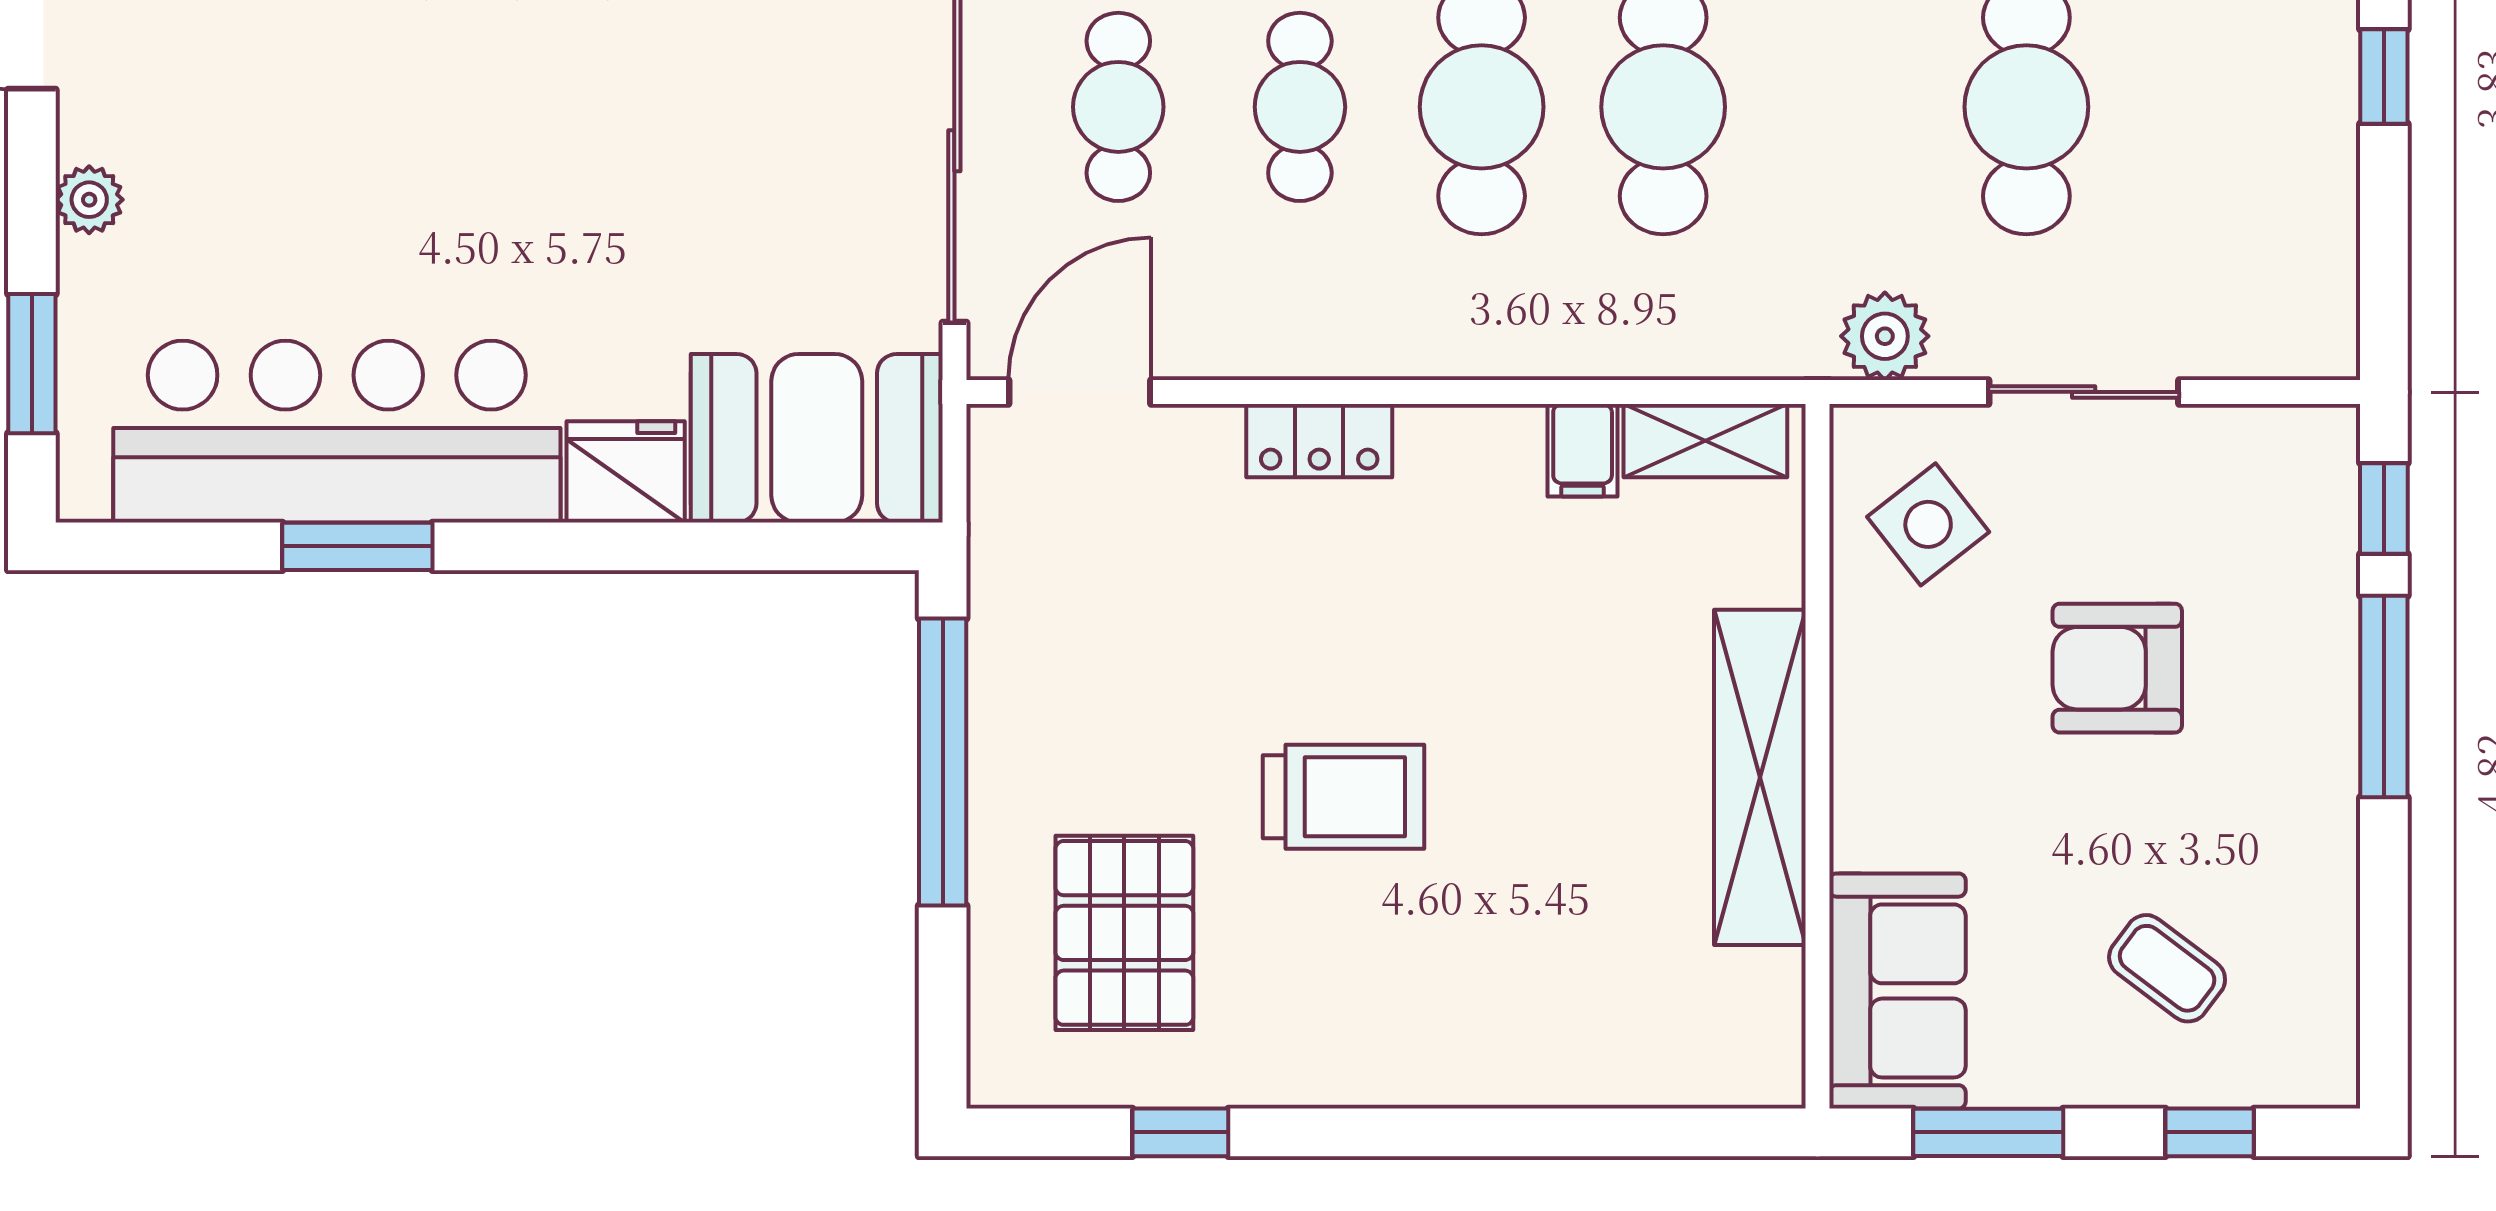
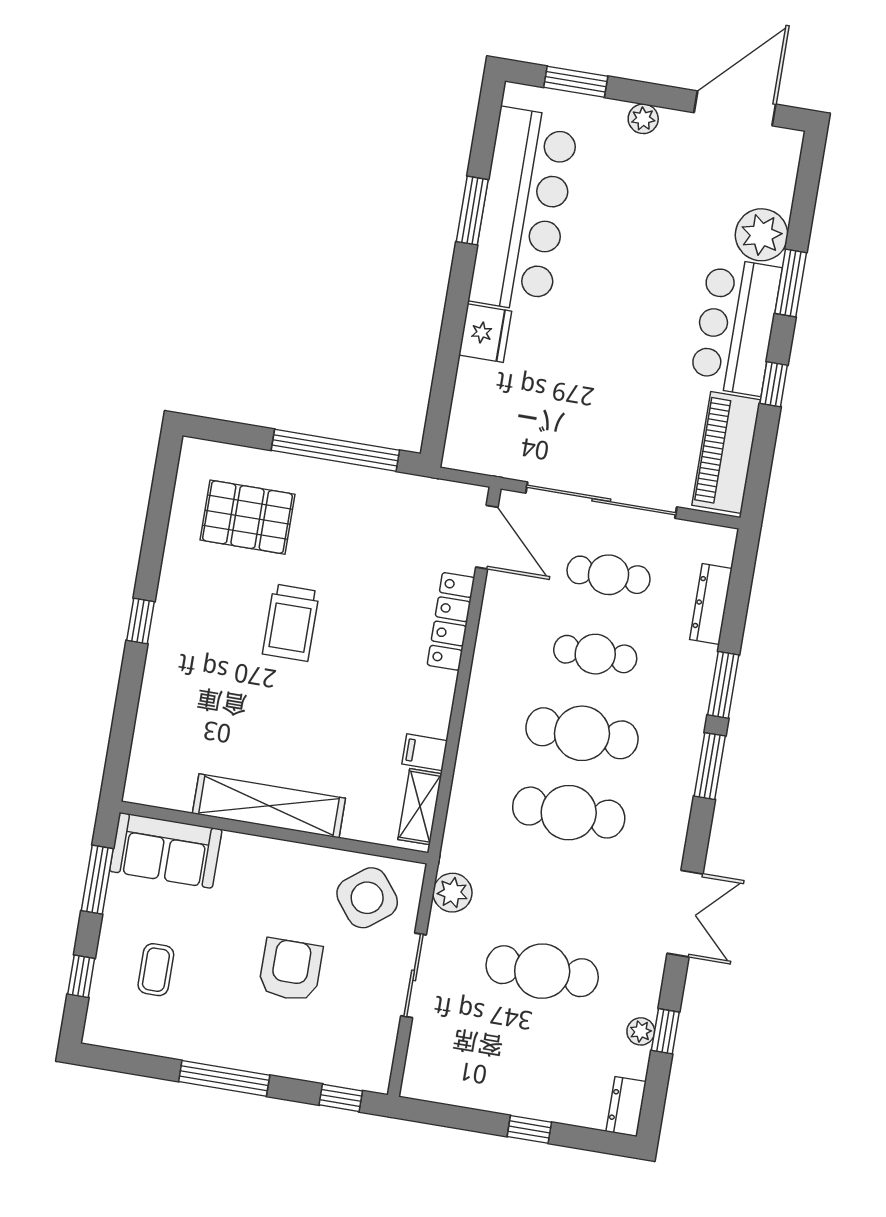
booth: (817, 438) -> (486, 419), removed
locker: (1319, 441) -> (451, 621), width x1.53
side table: (1928, 524) -> (367, 898), width x1.37, depth x1.37
window: (2384, 696) -> (224, 1078), moved
coffee table: (2167, 968) -> (156, 970), turned -37
window: (1180, 1132) -> (141, 621), moved

